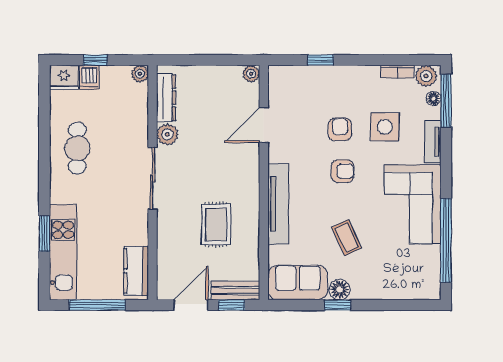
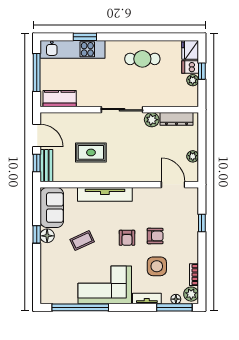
plant: (140, 74) -> (193, 80), moved
plant: (251, 74) -> (193, 156), moved
door: (264, 125) -> (173, 185), moved

